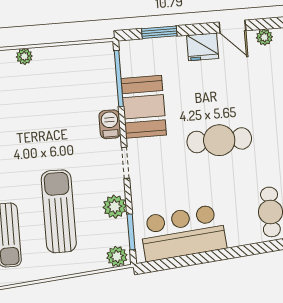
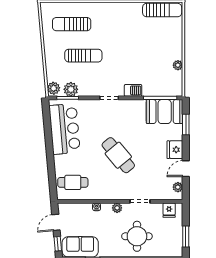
plant: (24, 56) -> (178, 65), moved
booth: (144, 107) -> (165, 112), moved
cafe table: (219, 140) -> (118, 155), turned -40
plant: (115, 207) -> (71, 89), moved
sun lounger: (59, 211) -> (83, 56), width x0.73, depth x0.75

